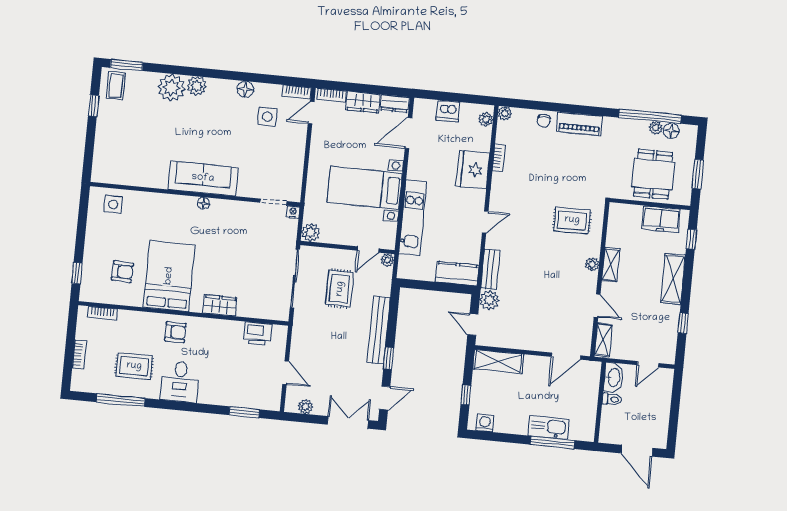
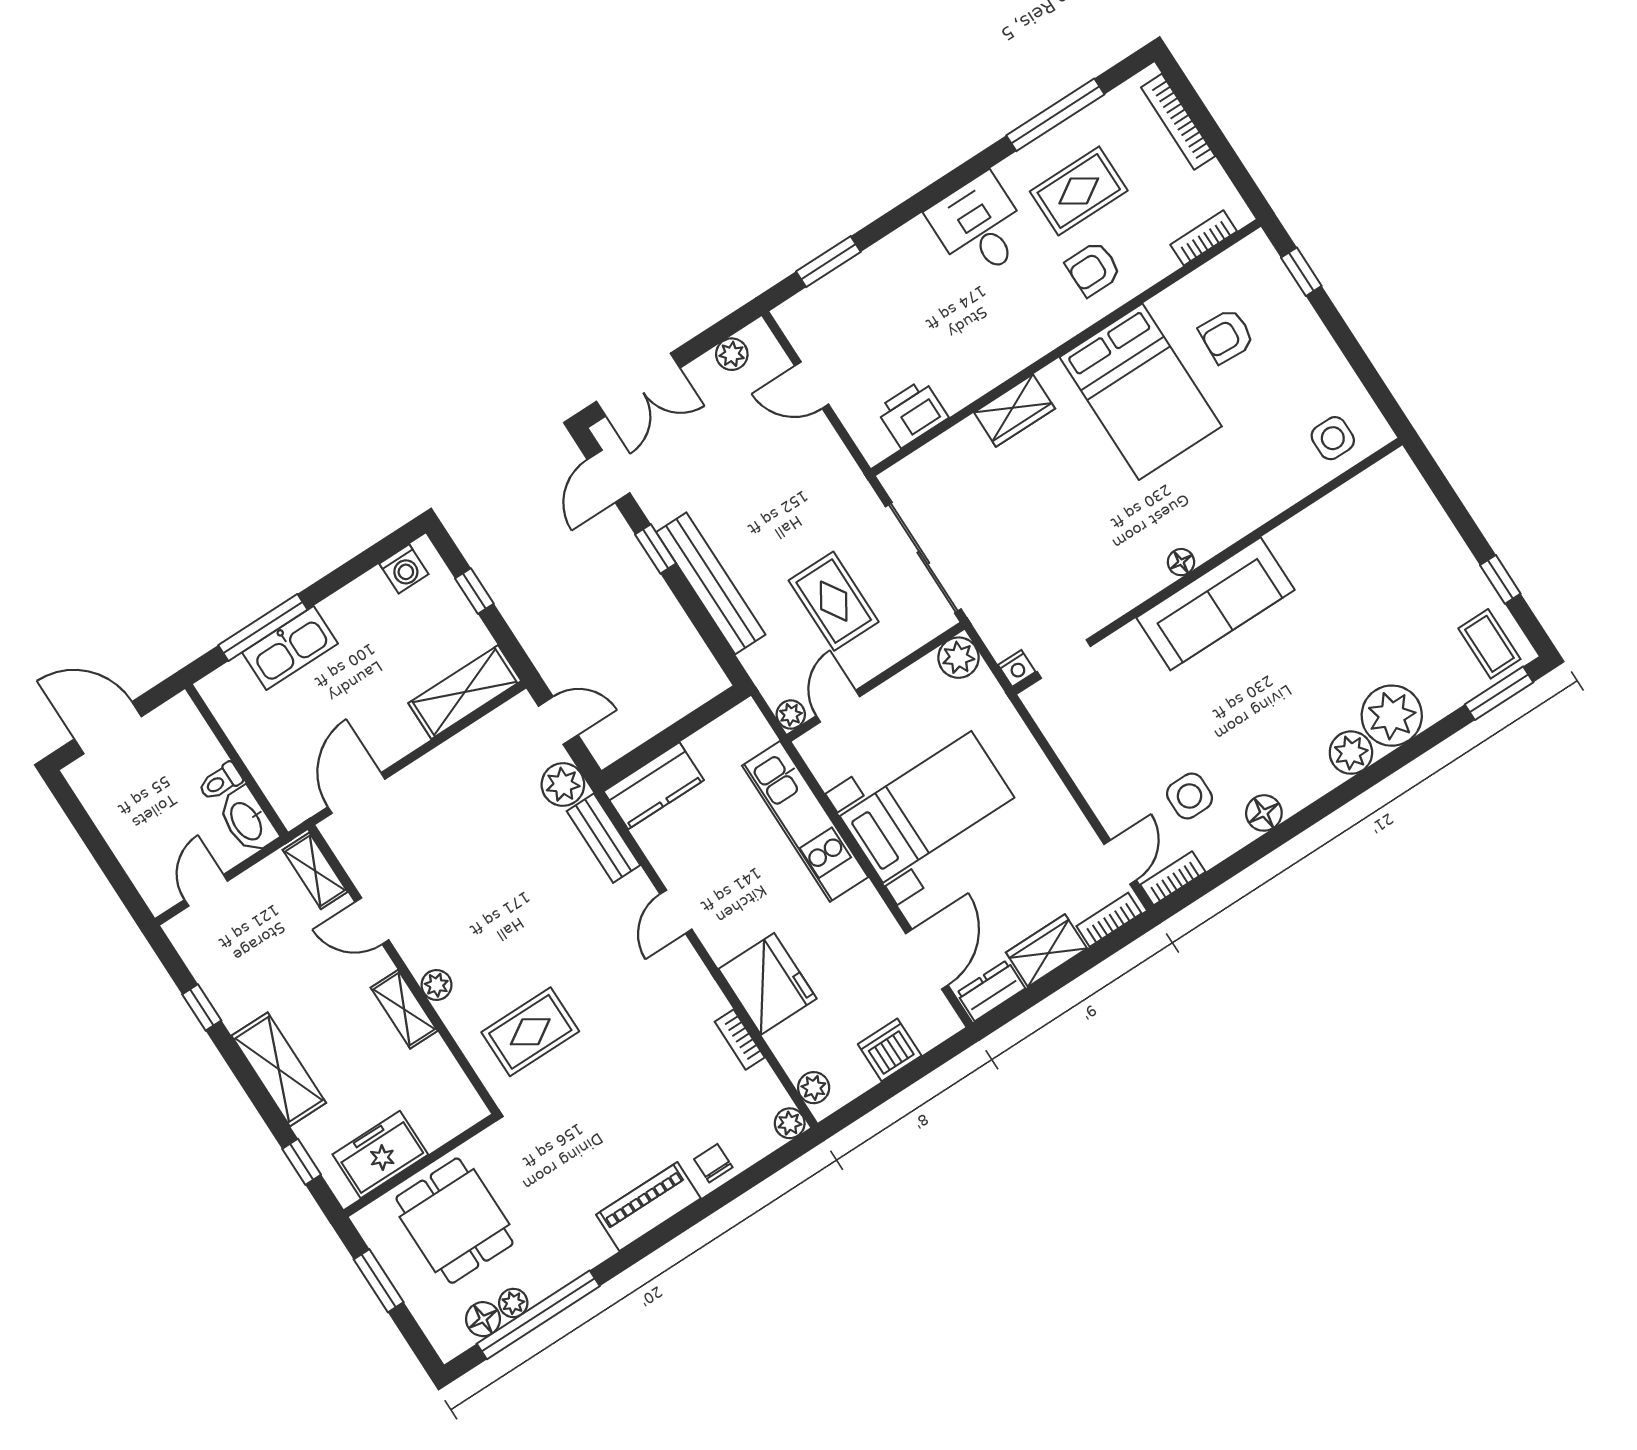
armchair: (175, 332) -> (1093, 269), moved
bookcase: (79, 354) -> (1178, 122), width x1.56

